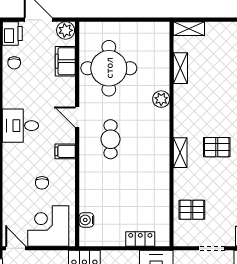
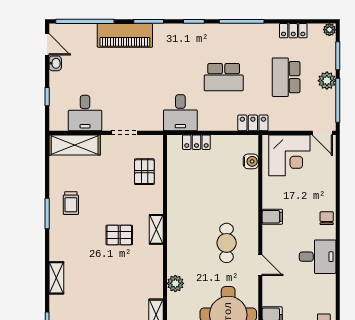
filing cabinet: (65, 151) -> (272, 217), moved
chair: (42, 183) -> (327, 218), moved
pallet: (192, 210) -> (144, 172), turned 90

